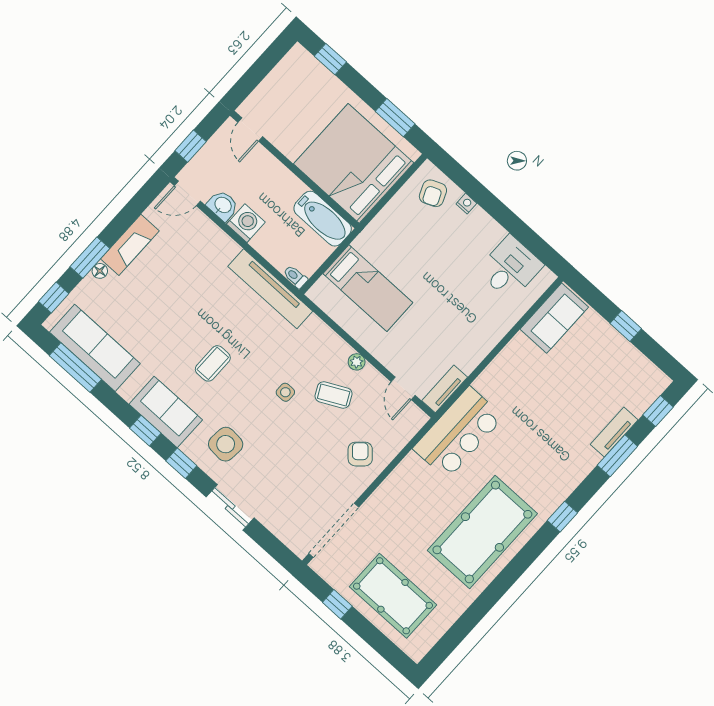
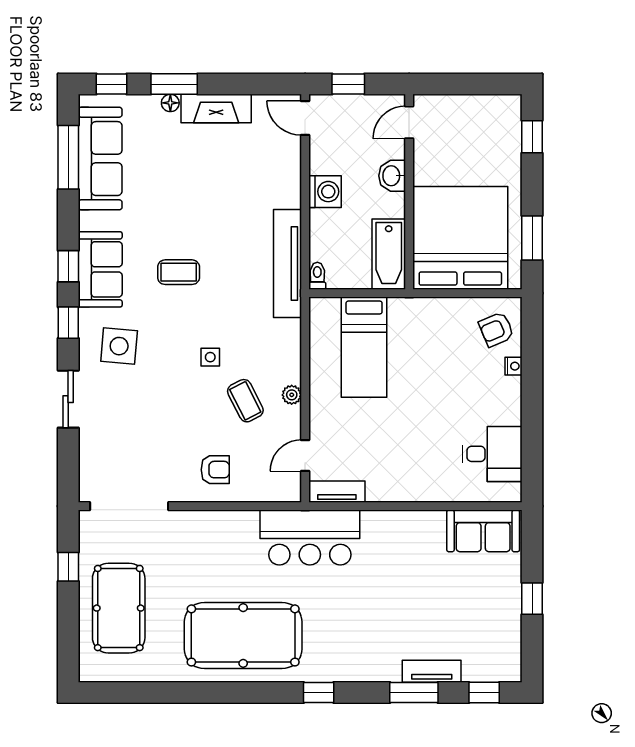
washbasin: (223, 205) -> (392, 176), moved, turned 180
armchair: (360, 454) -> (215, 470), turned 42

